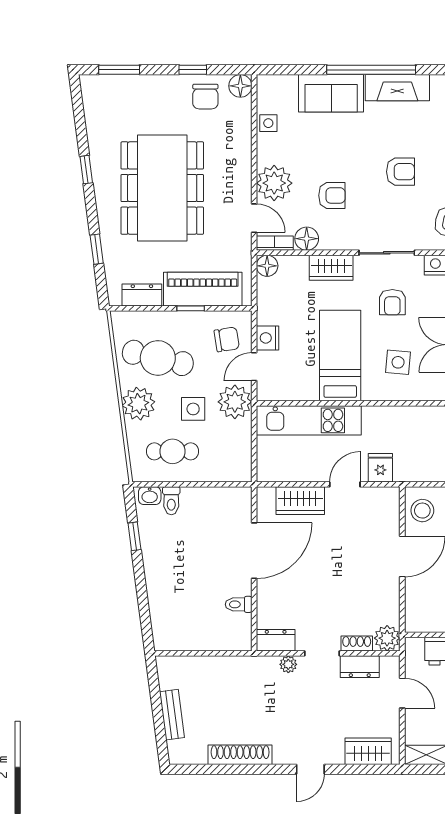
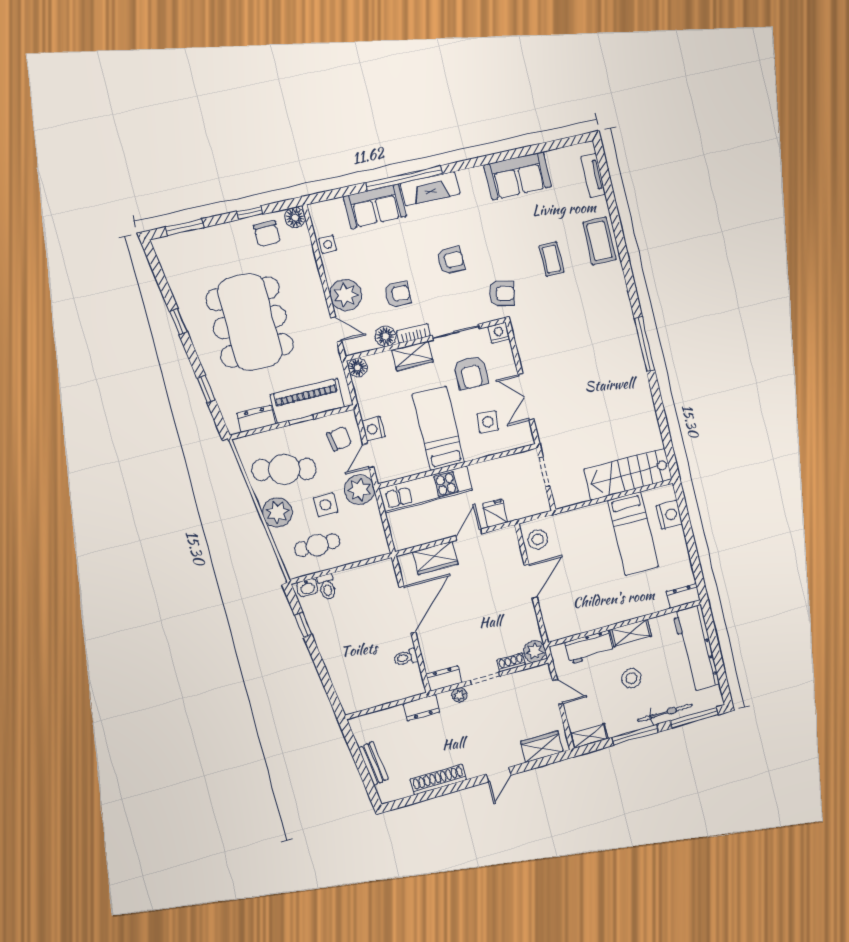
bookcase: (275, 243) -> (413, 334), moved
armchair: (392, 302) -> (471, 373), width x1.38, depth x1.38
dresser: (360, 667) -> (422, 708), moved

